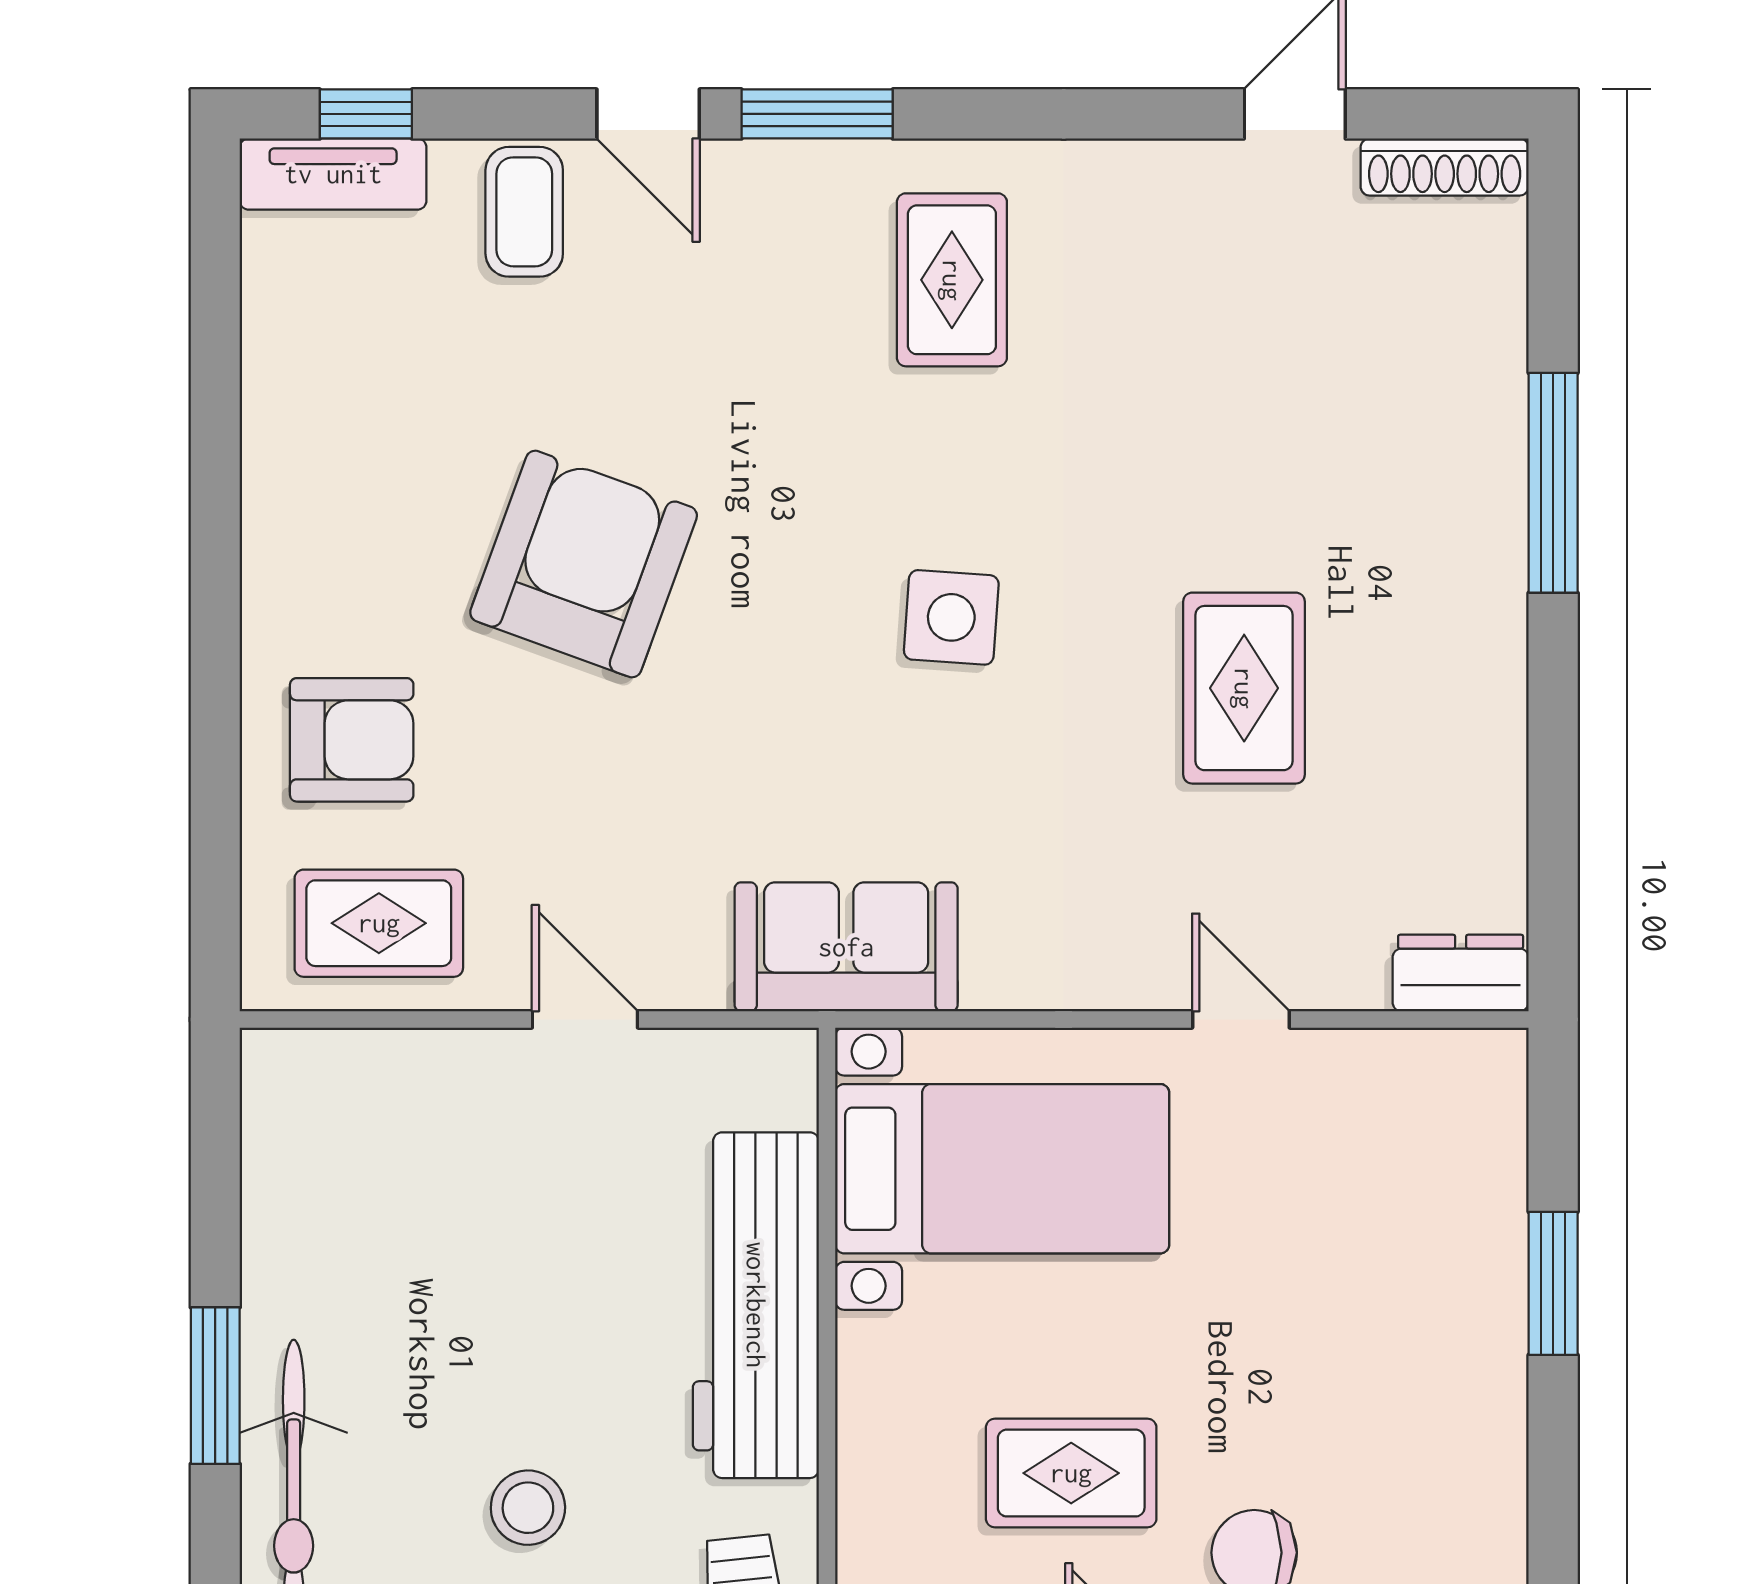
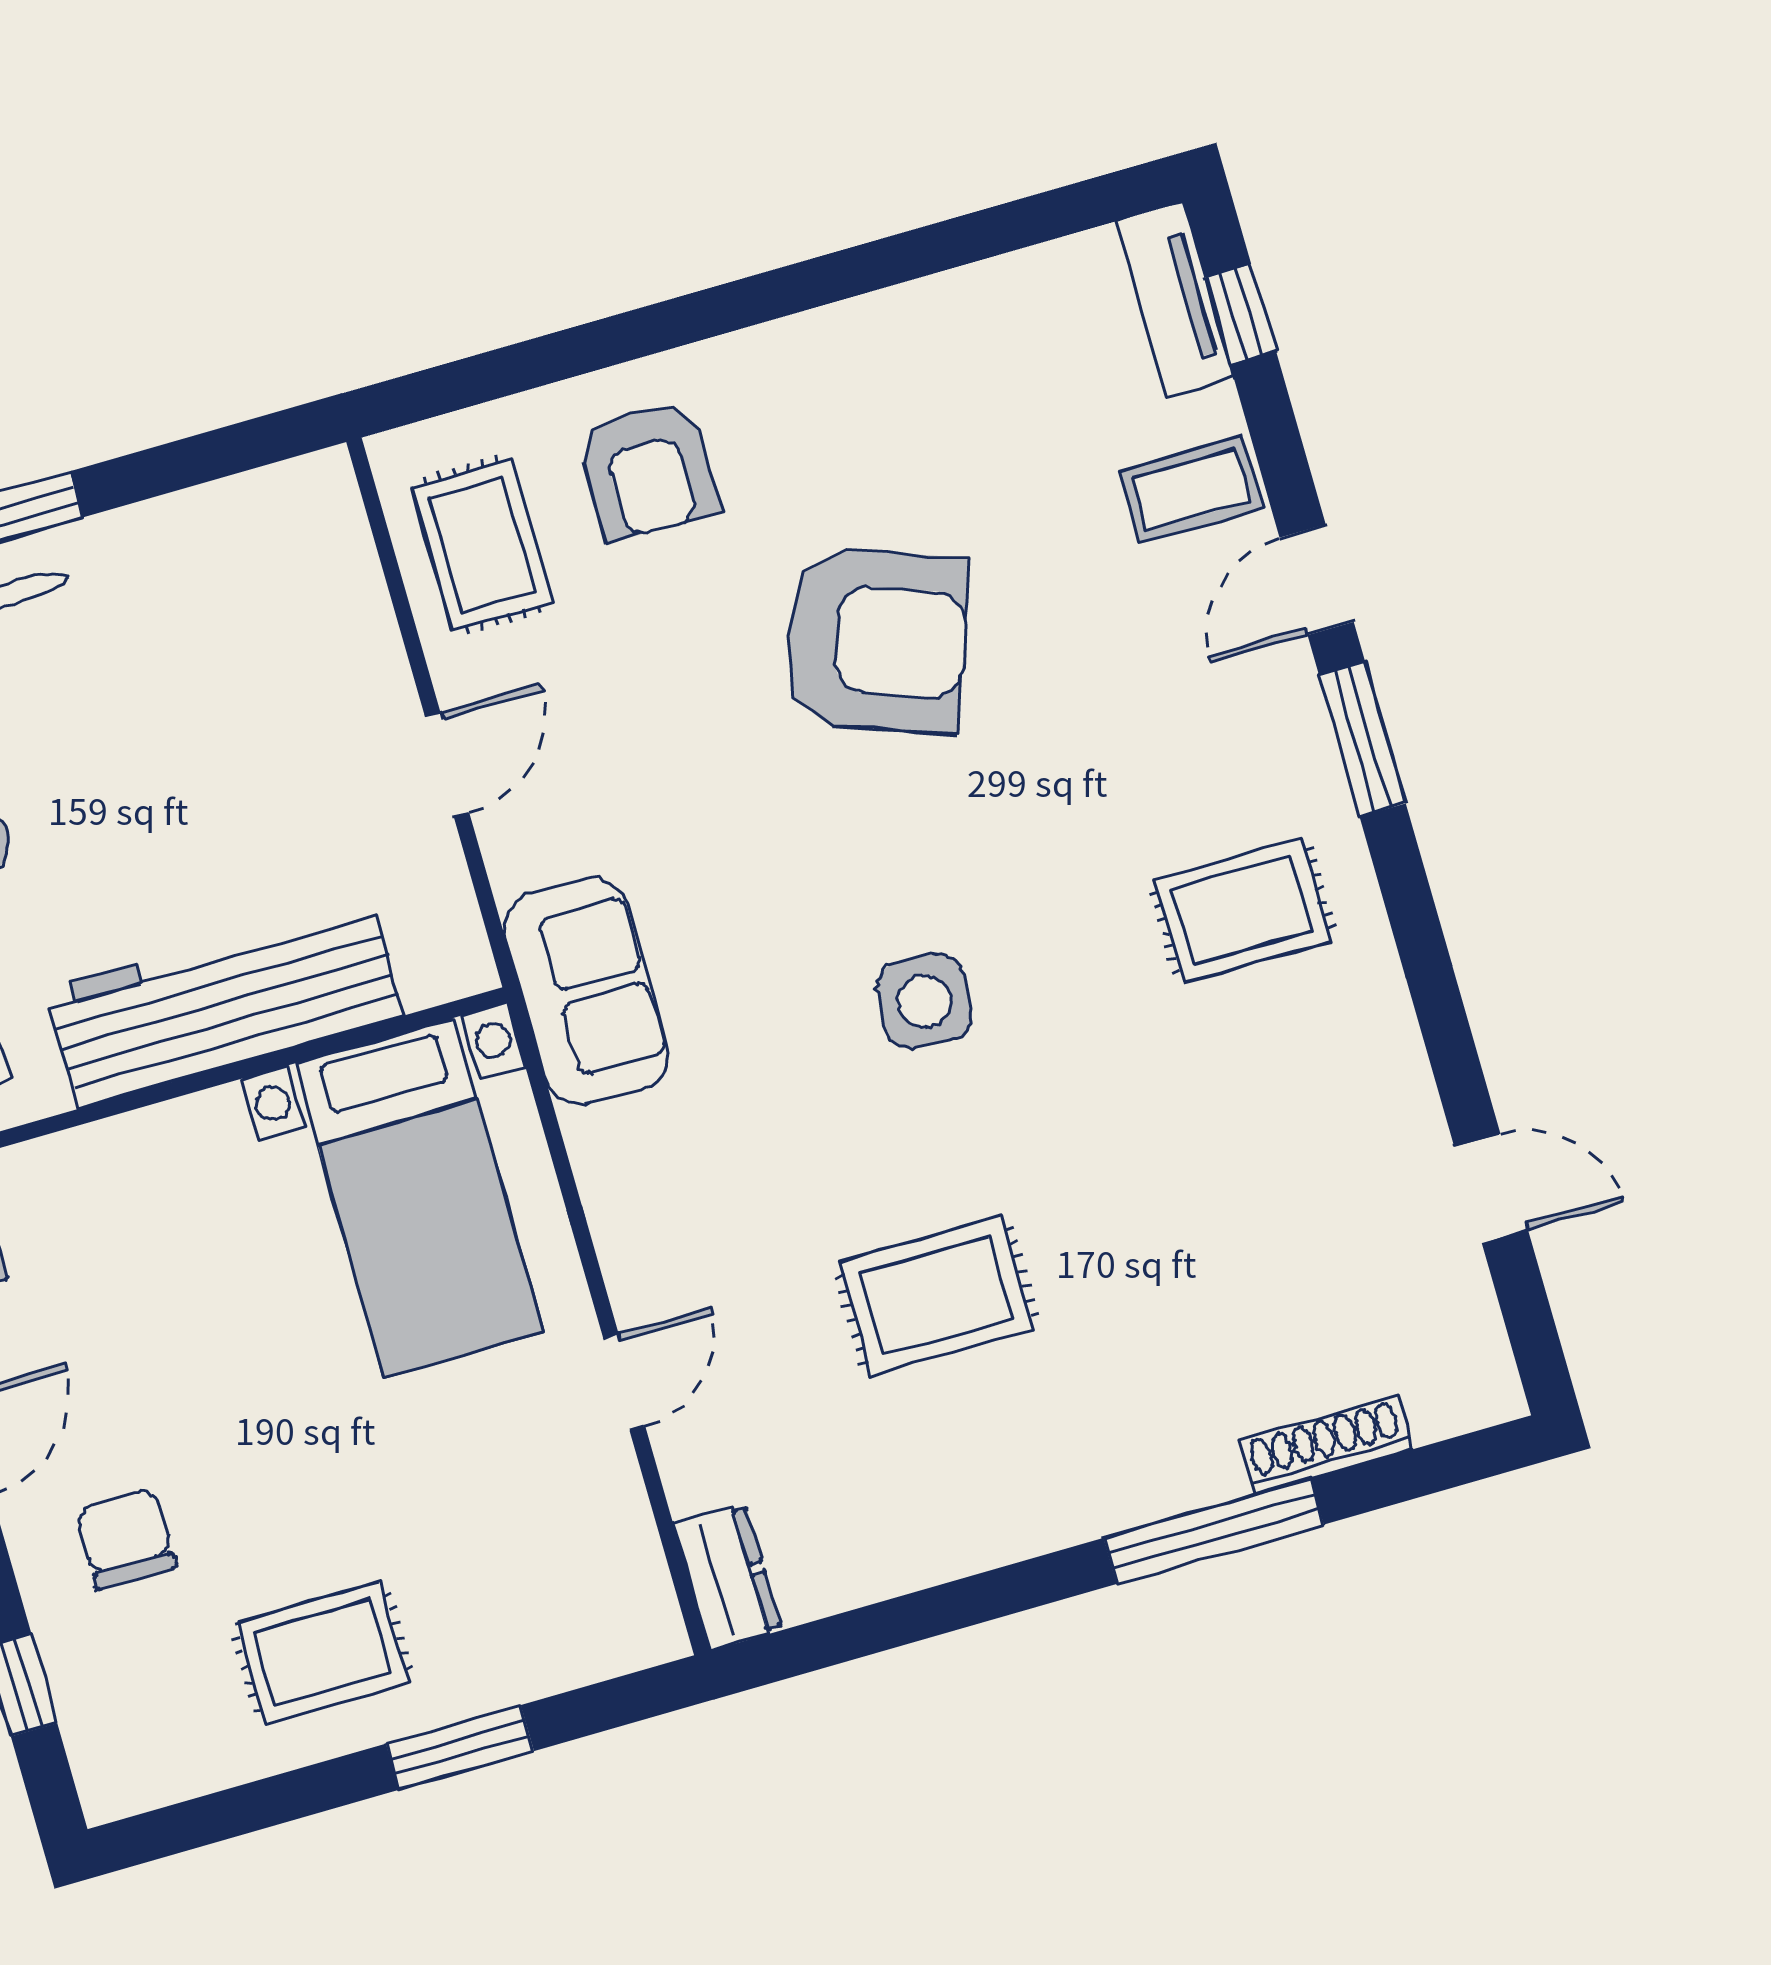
shoe rack: (1445, 167) -> (1326, 1445), moved, turned 90
rug: (1071, 1473) -> (322, 1653), moved, turned 90

